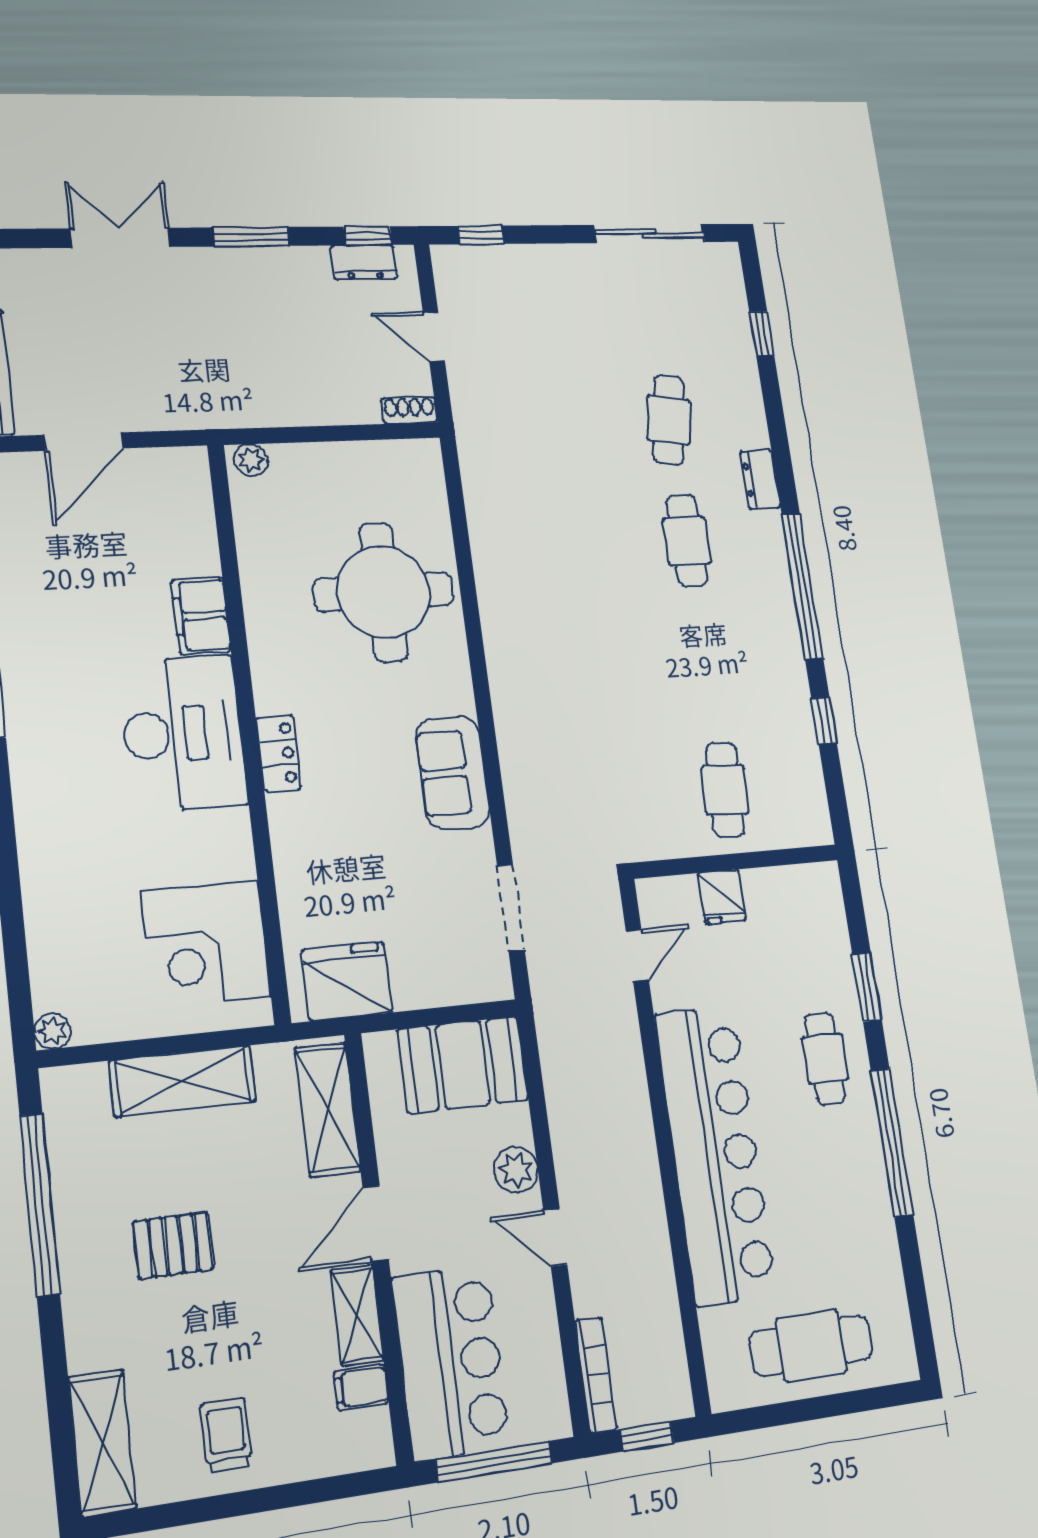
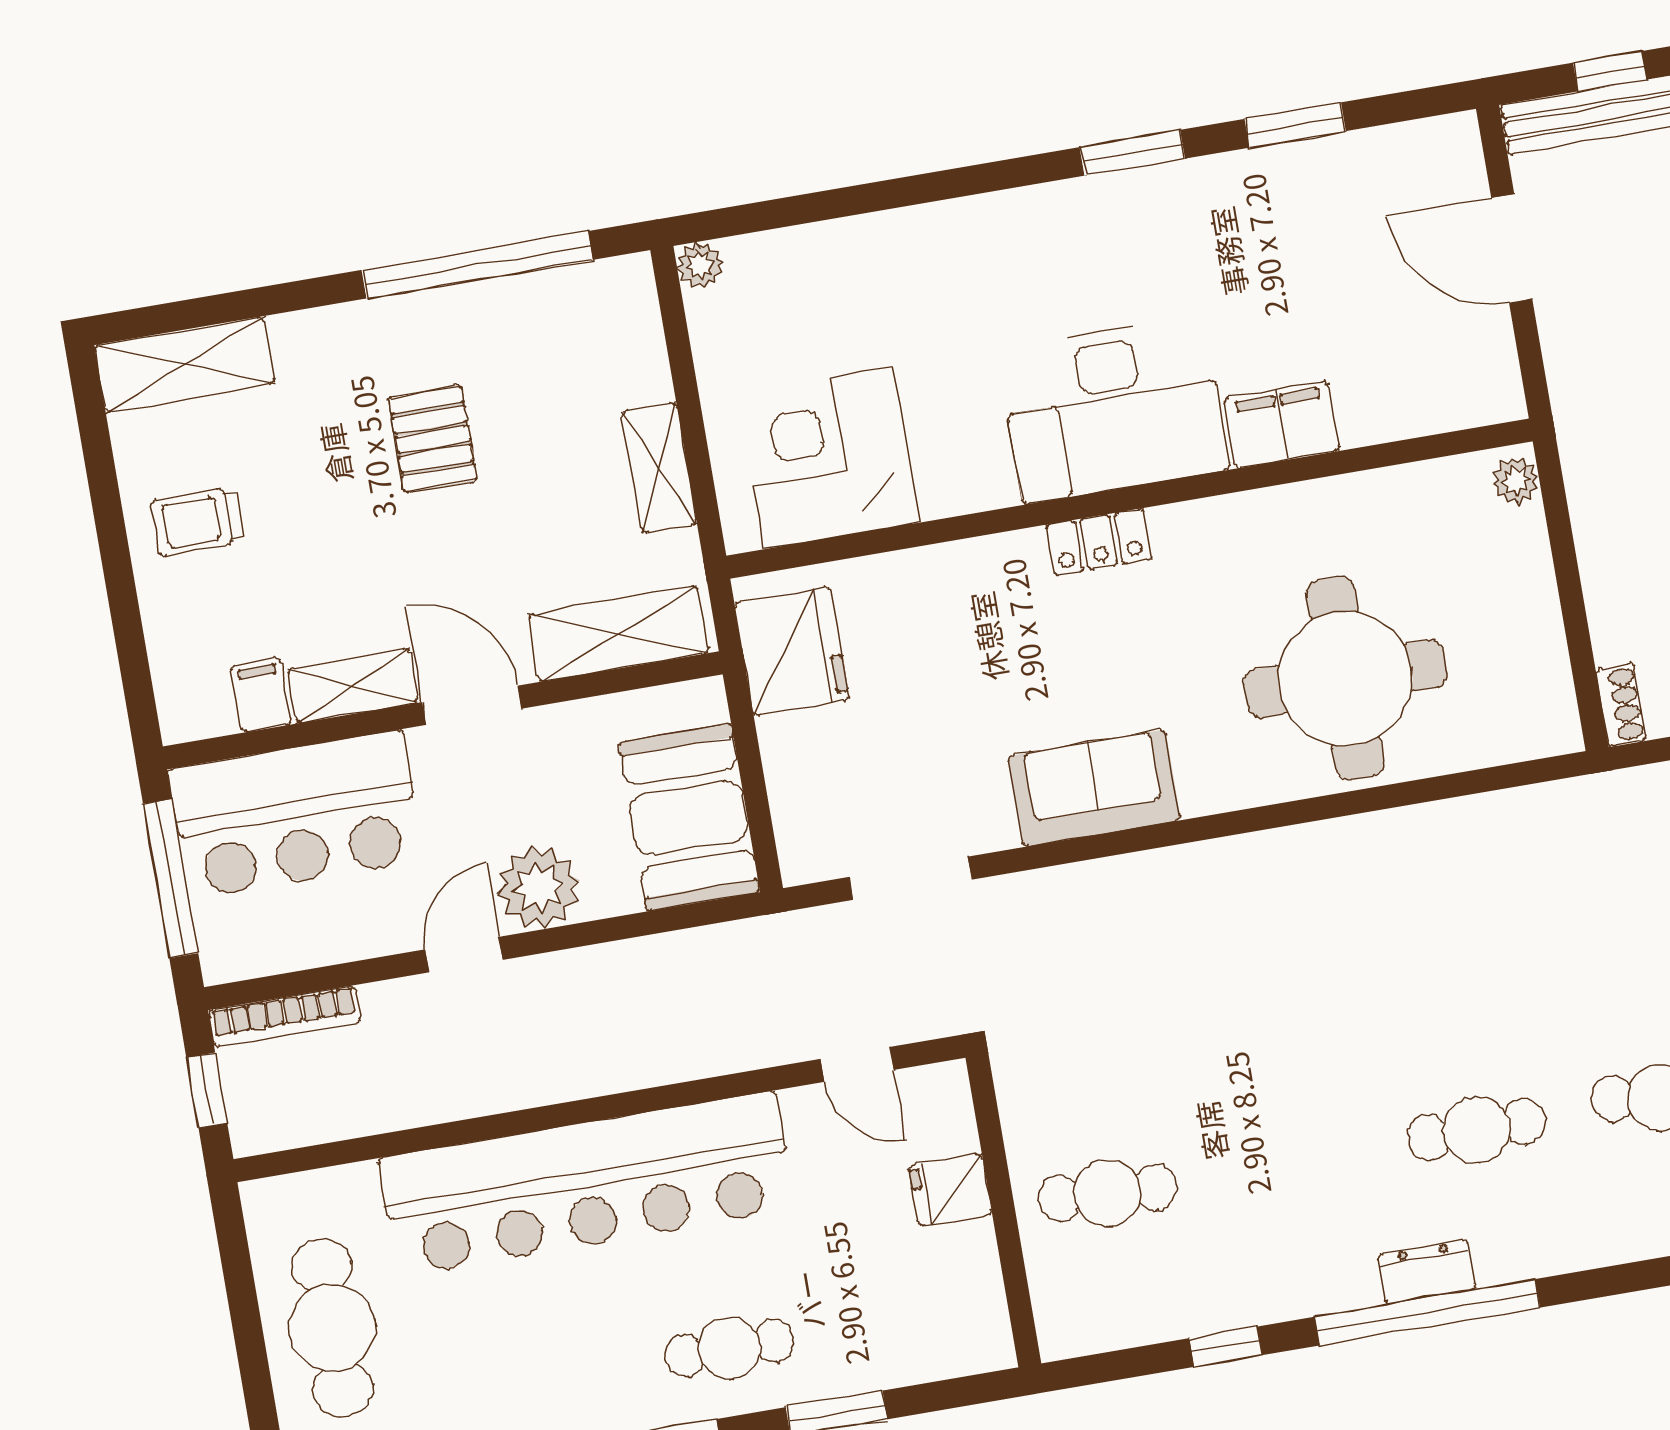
dresser: (760, 480) -> (1426, 1272), moved
shelving: (183, 1081) -> (659, 468), width x0.67, depth x0.75
plant: (516, 1170) -> (538, 887), width x1.36, depth x1.36
trolley: (226, 1435) -> (198, 521), turned 180

